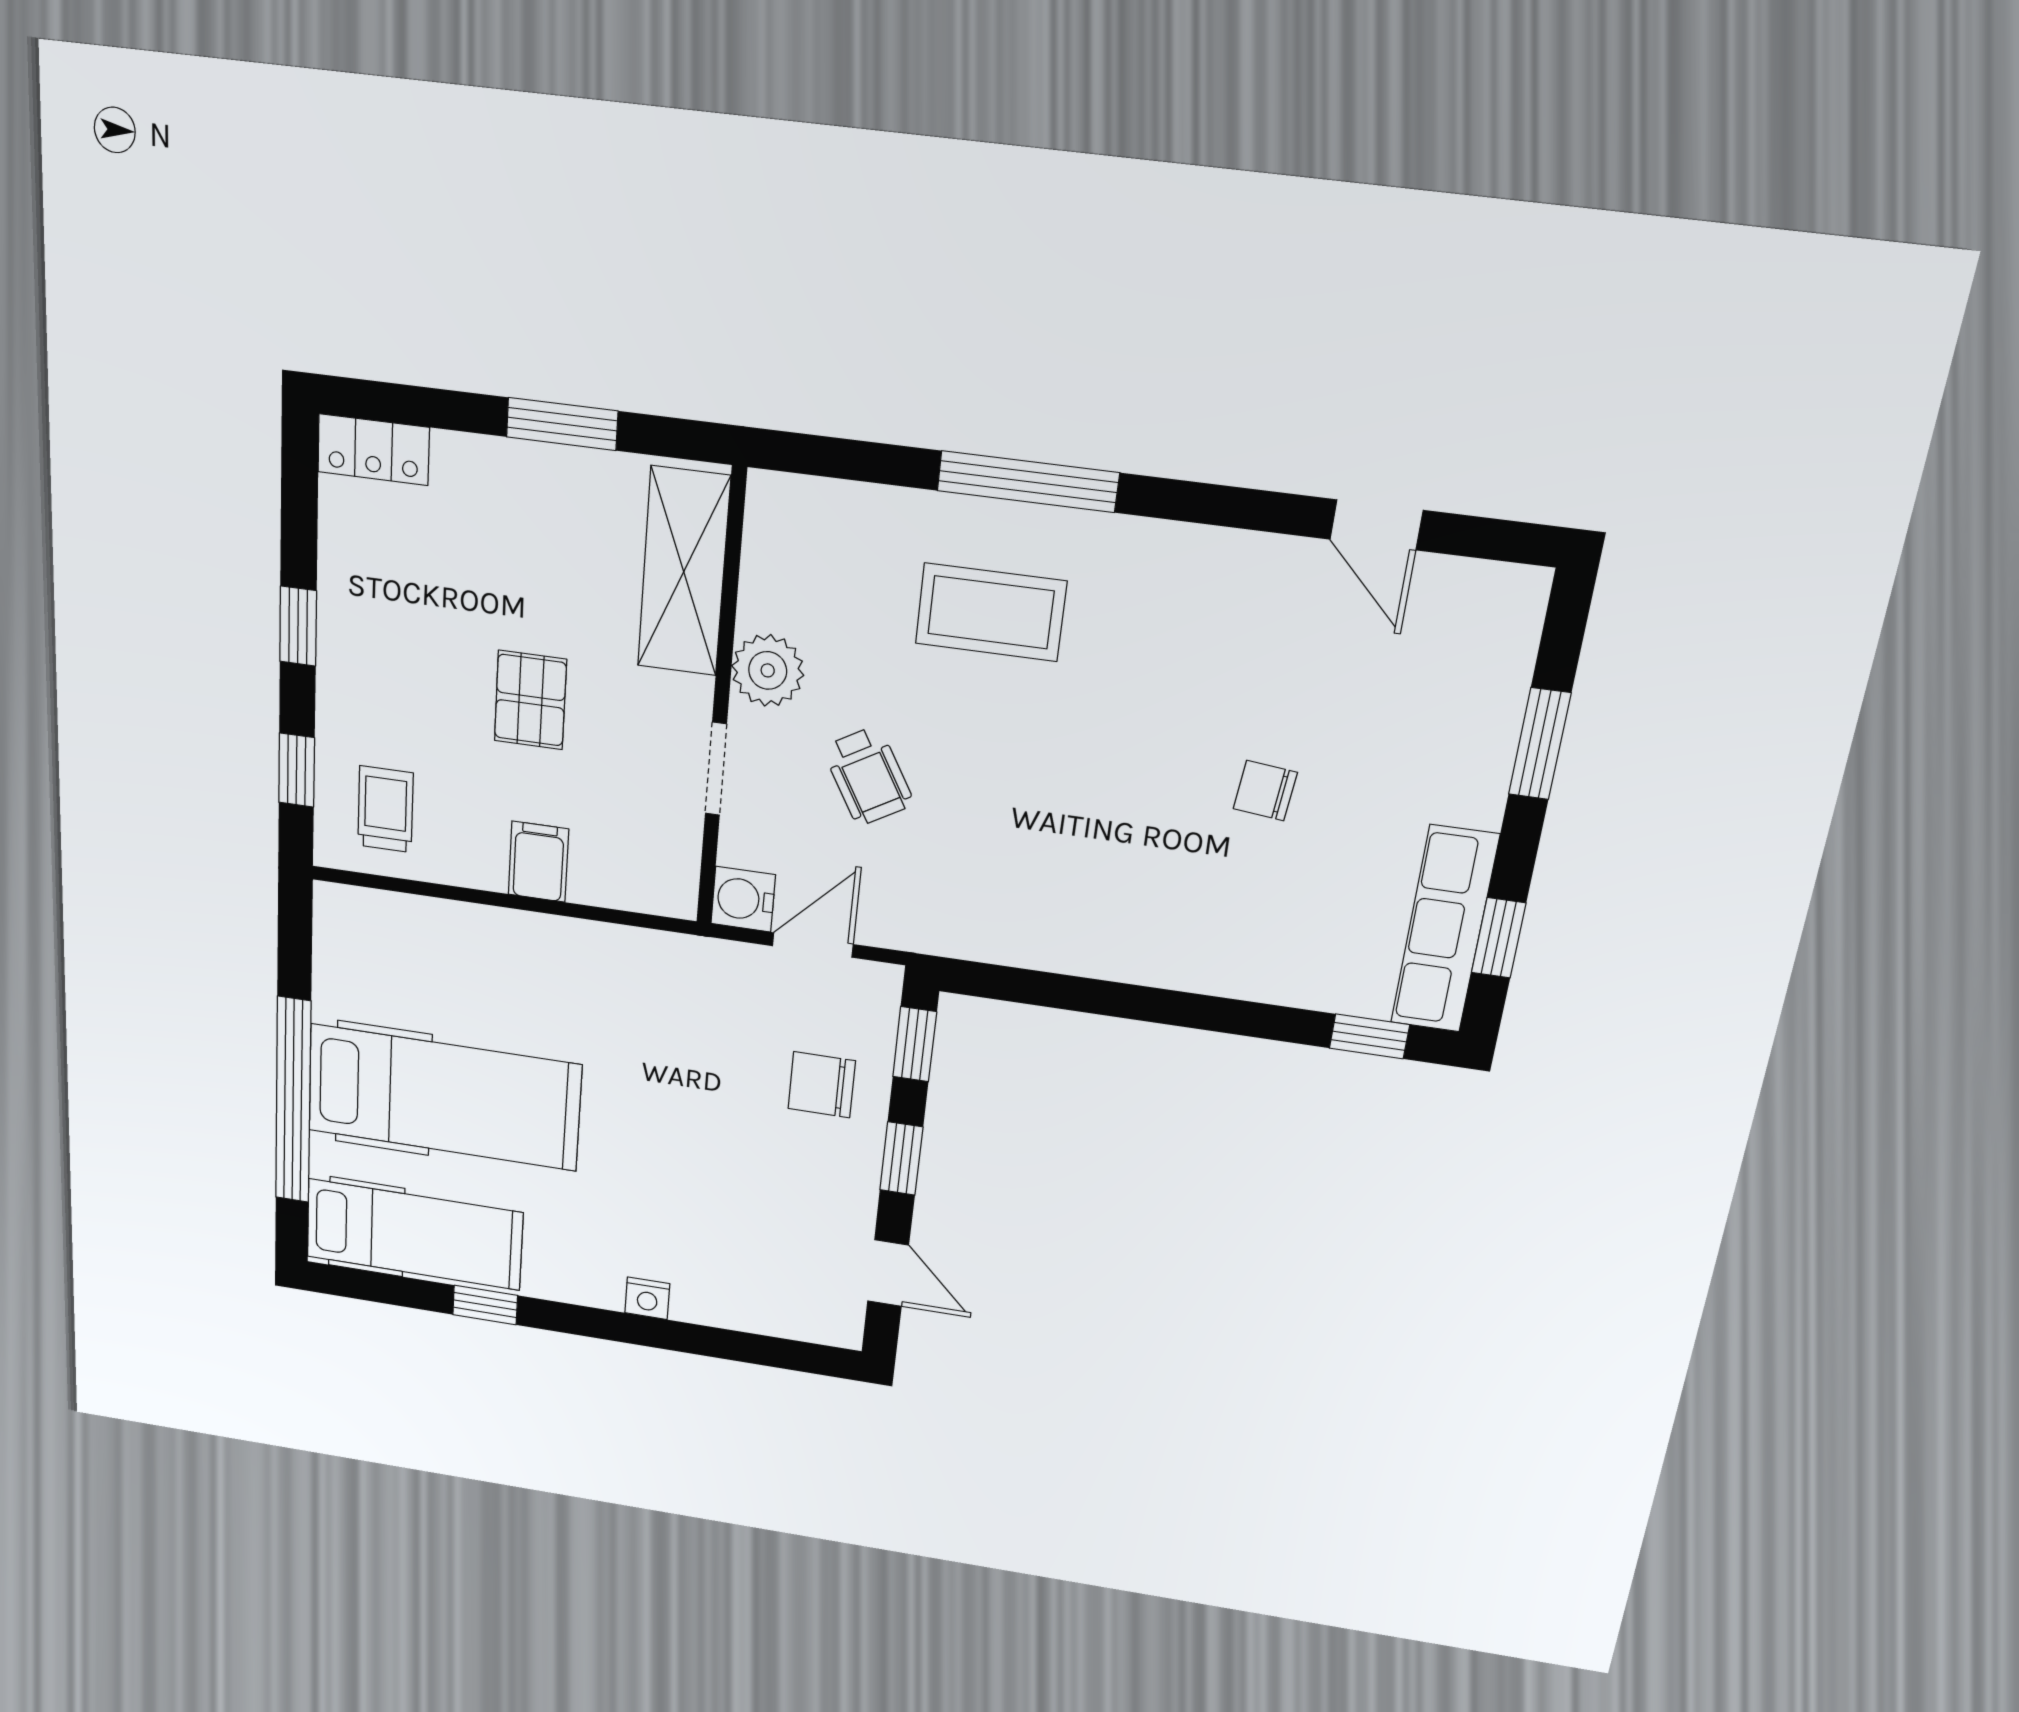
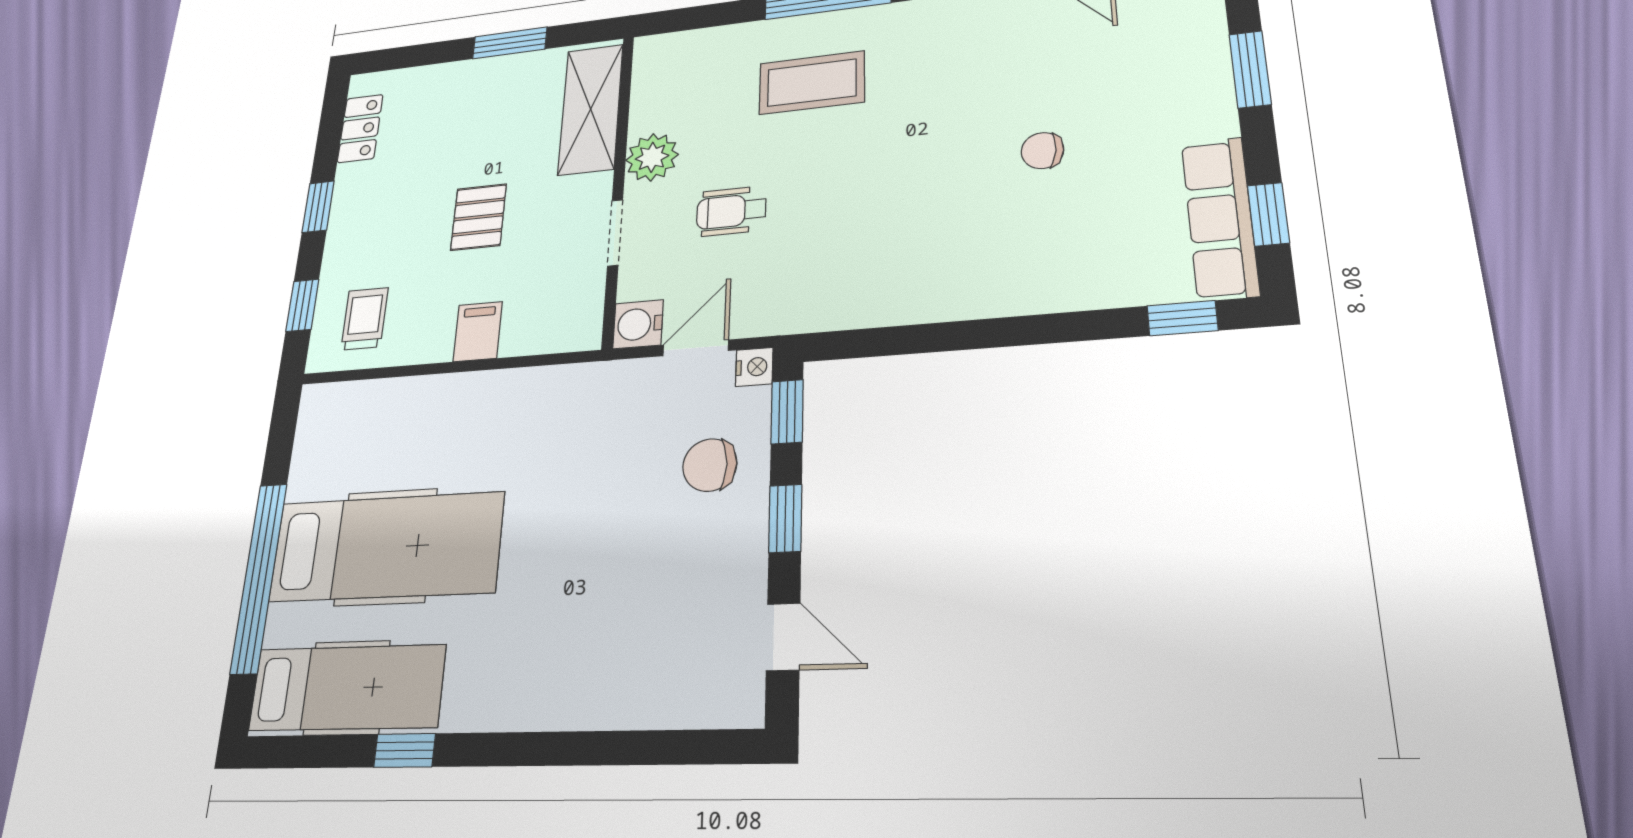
locker: (373, 450) -> (360, 128), moved, turned -90
wheelchair: (868, 776) -> (731, 211), turned 120
nightstand: (647, 1298) -> (754, 367), moved, turned -90

